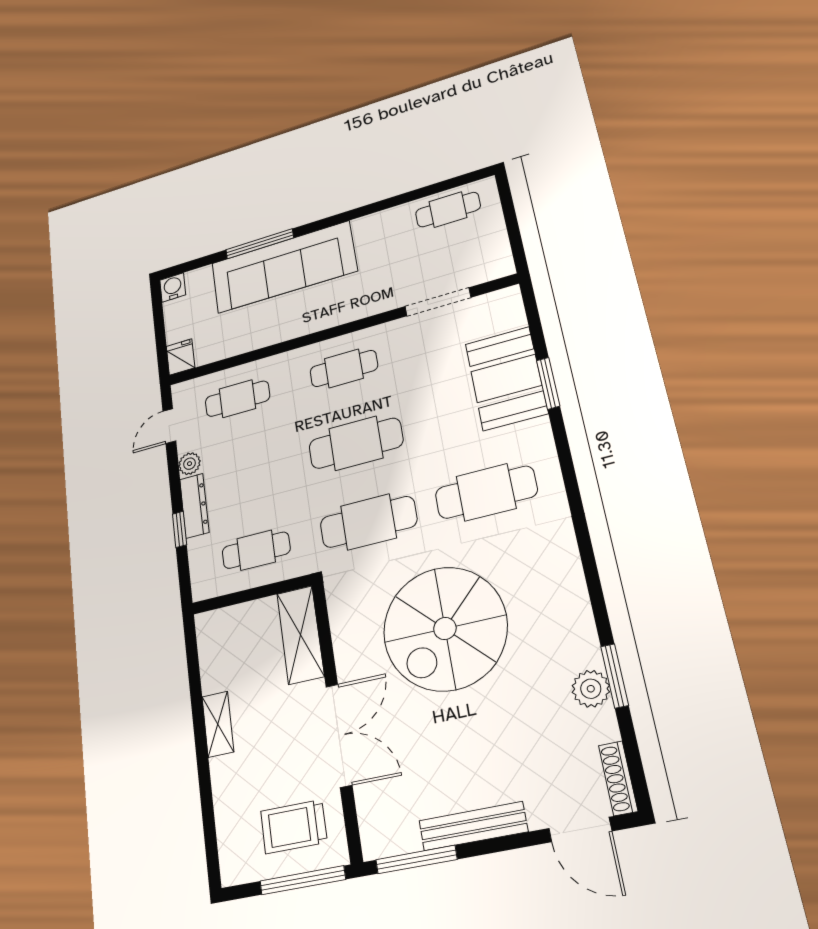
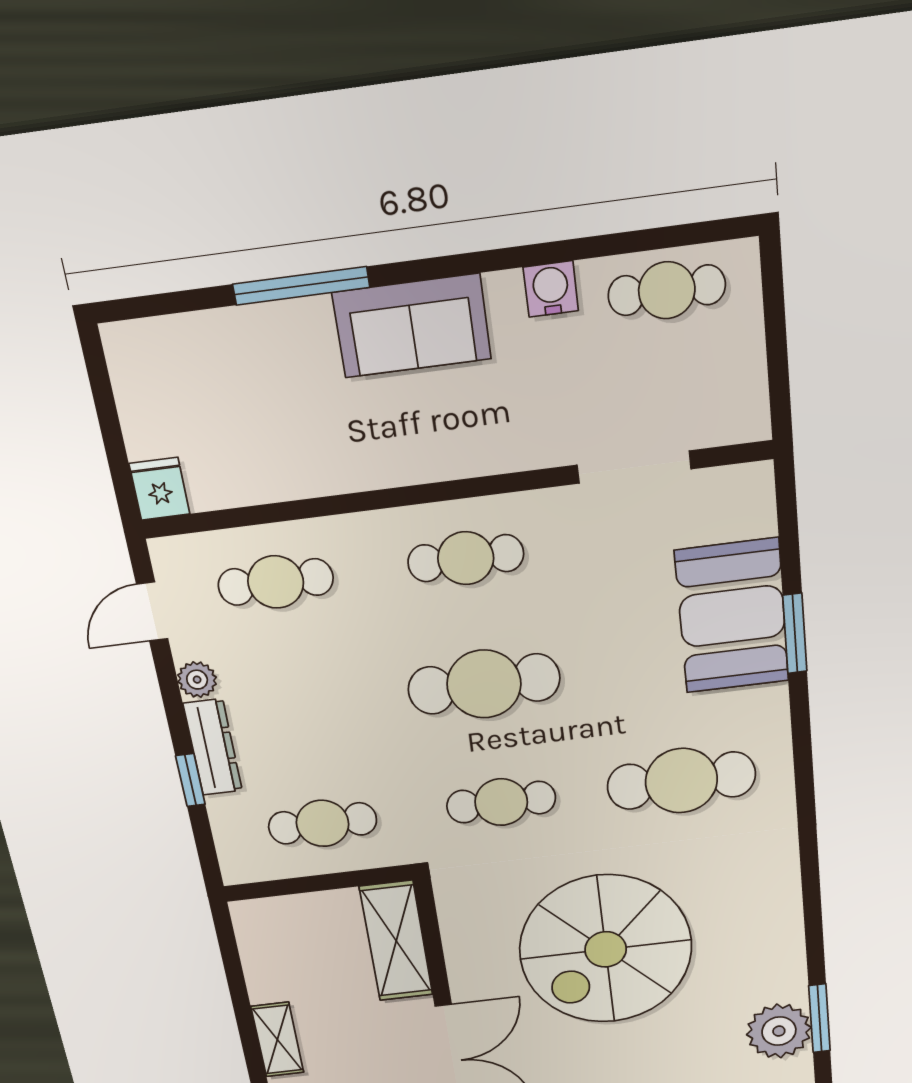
sofa: (283, 267) -> (412, 326), width x0.54, depth x0.79
water cooler: (173, 287) -> (551, 289), moved
cafe table: (368, 522) -> (501, 802), width x0.73, depth x0.74
plant: (591, 689) -> (779, 1031), width x1.36, depth x1.36

